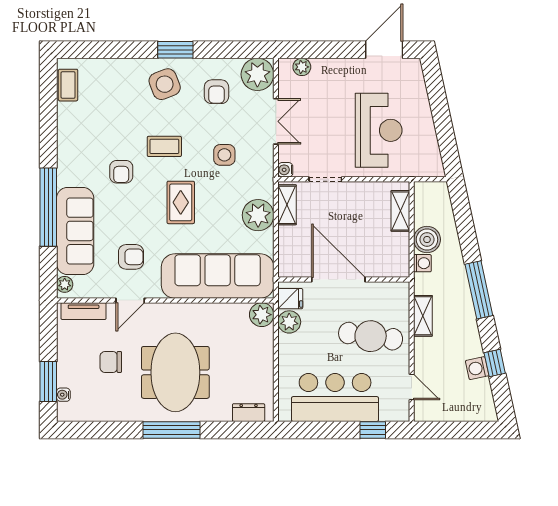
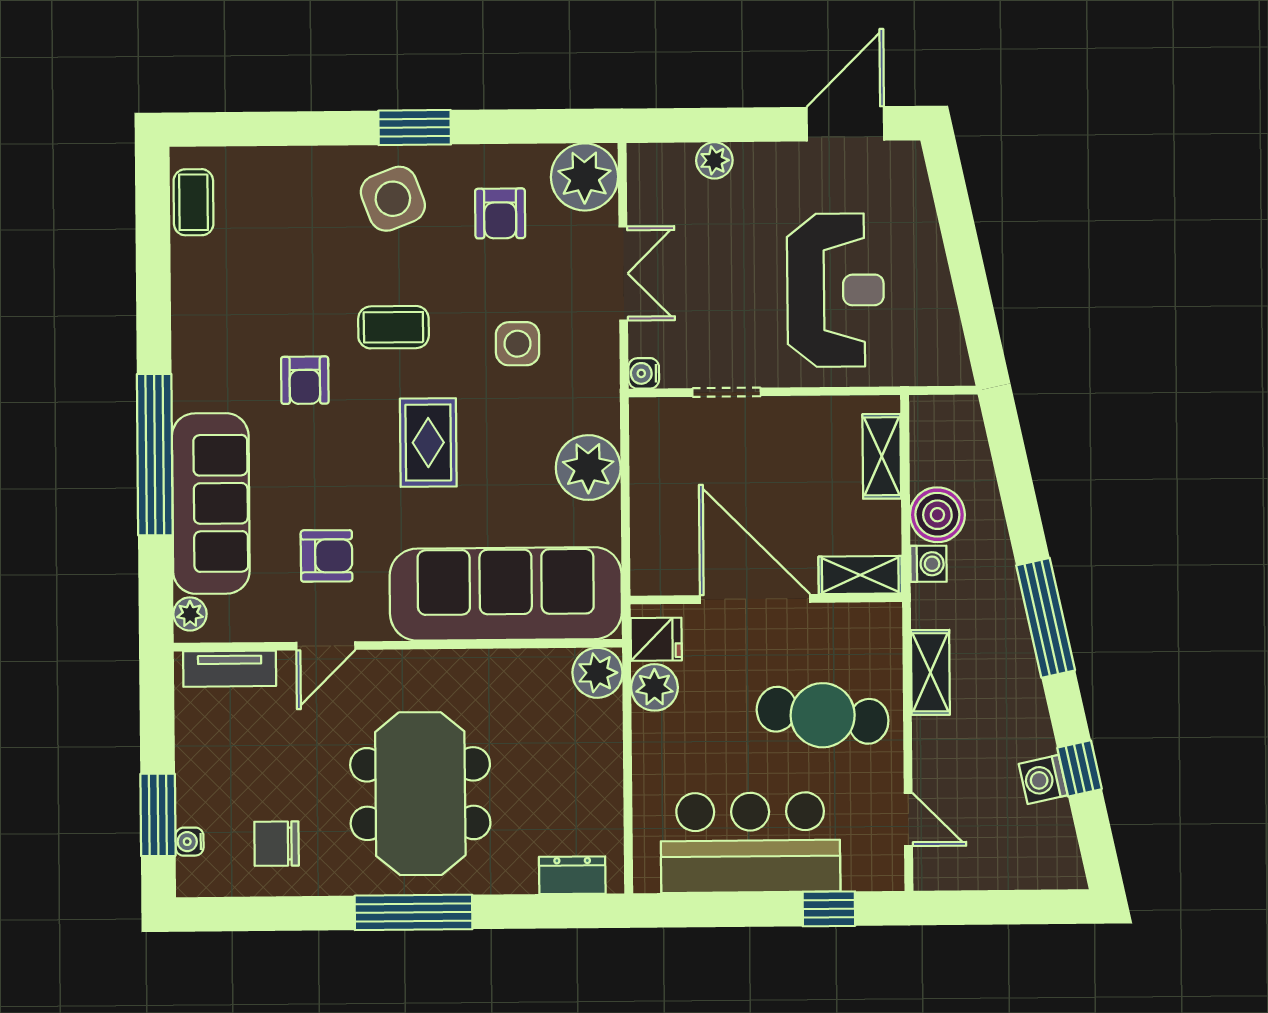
plant: (302, 67) -> (714, 160), moved
shelving: (287, 205) -> (860, 575), moved, turned 90
chair: (111, 362) -> (277, 844), moved

